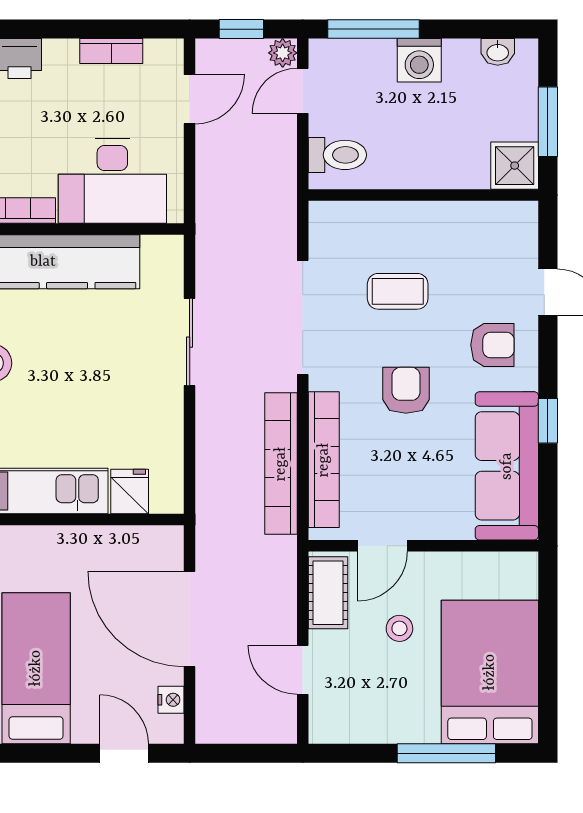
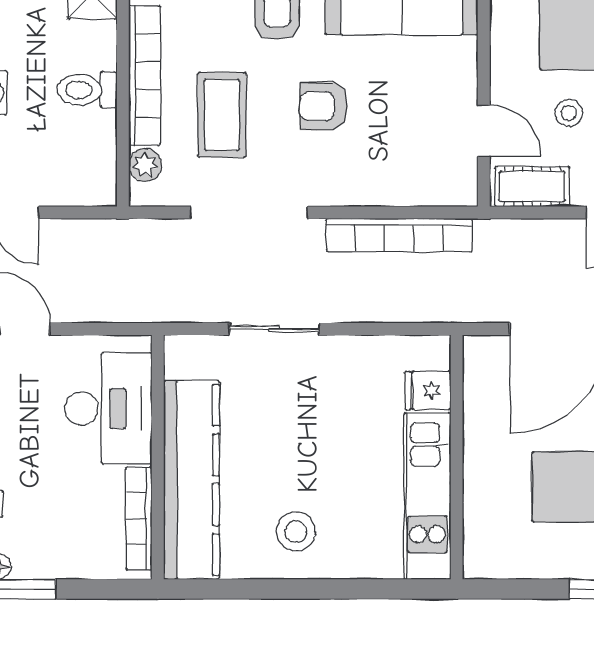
toilet: (337, 155) -> (87, 90), moved, turned -90
plant: (349, 217) -> (145, 165), added
coffee table: (398, 291) -> (222, 115), width x1.36, depth x1.30
bookcase: (324, 460) -> (145, 76), moved, turned 90

